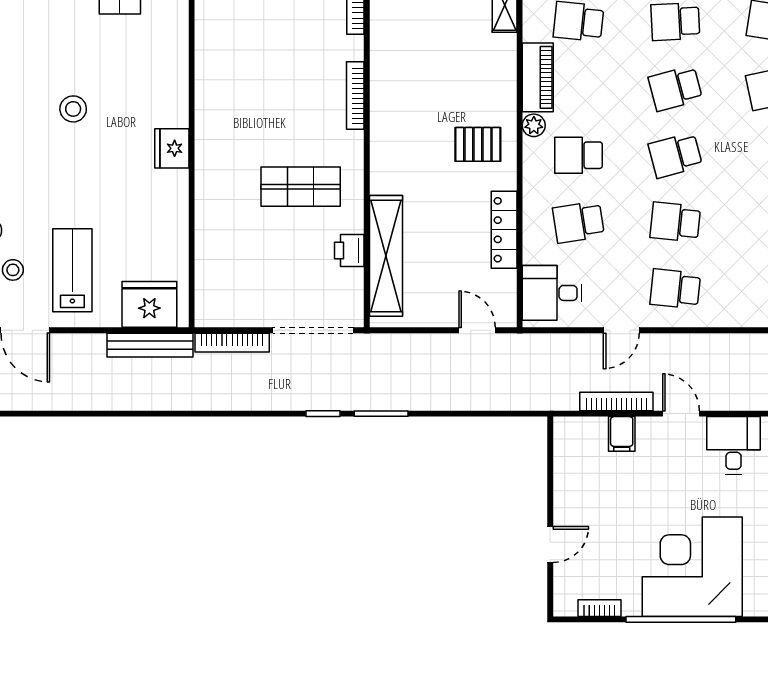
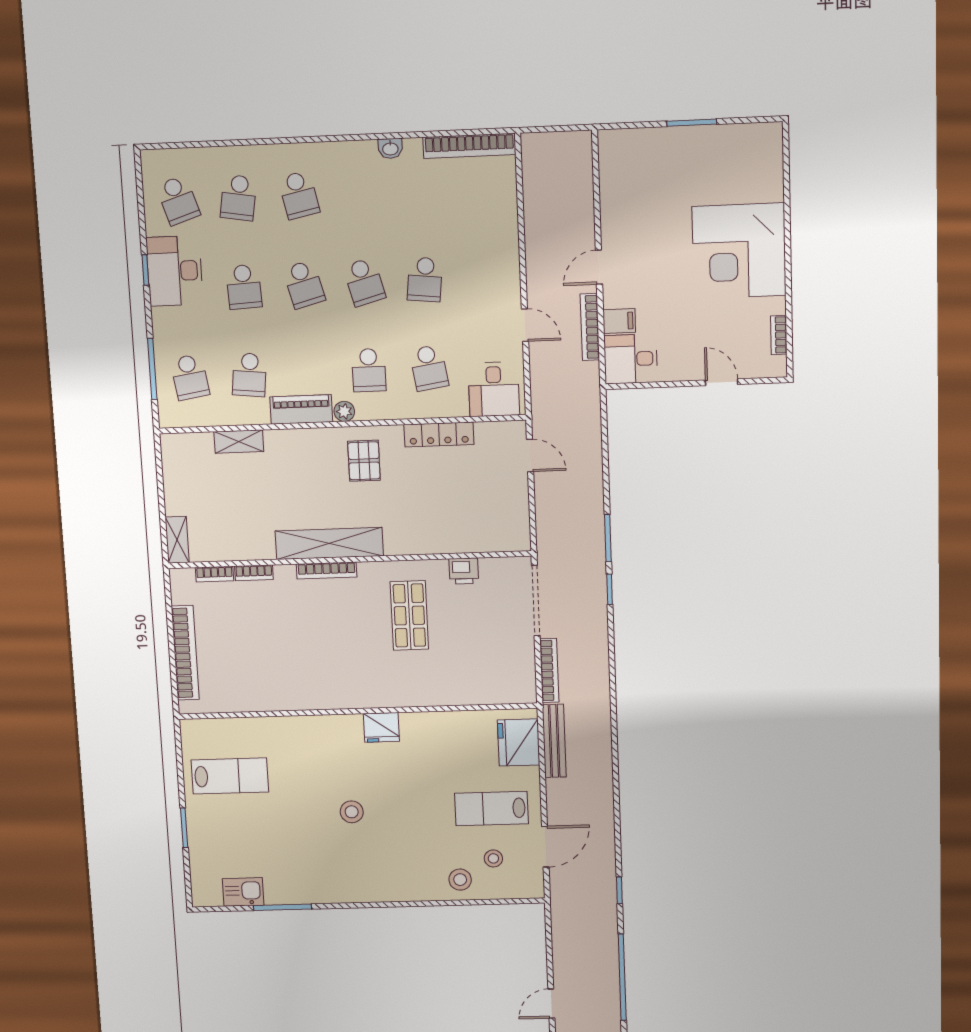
shelving: (386, 256) -> (329, 543), moved
school desk: (675, 289) -> (485, 277), removed
door: (477, 330) -> (530, 455), swing flipped
desk: (734, 445) -> (631, 359), moved
window: (681, 619) -> (788, 260), removed

